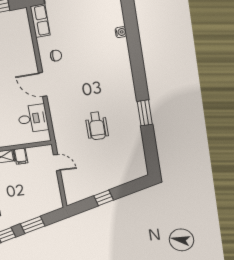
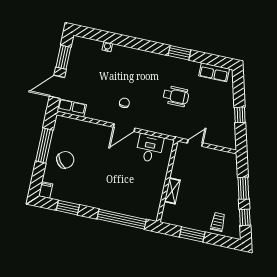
chair: (56, 56) -> (124, 103), moved
filing cabinet: (21, 156) -> (178, 173), removed
row of seats: (138, 157) -> (214, 72), added

